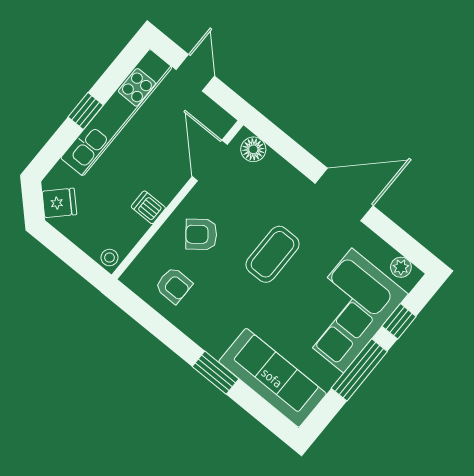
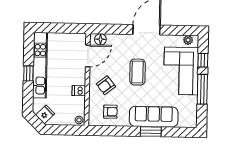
door: (195, 73) -> (57, 28), removed
door: (210, 161) -> (88, 56), swing flipped
sofa: (272, 378) -> (154, 117), moved

